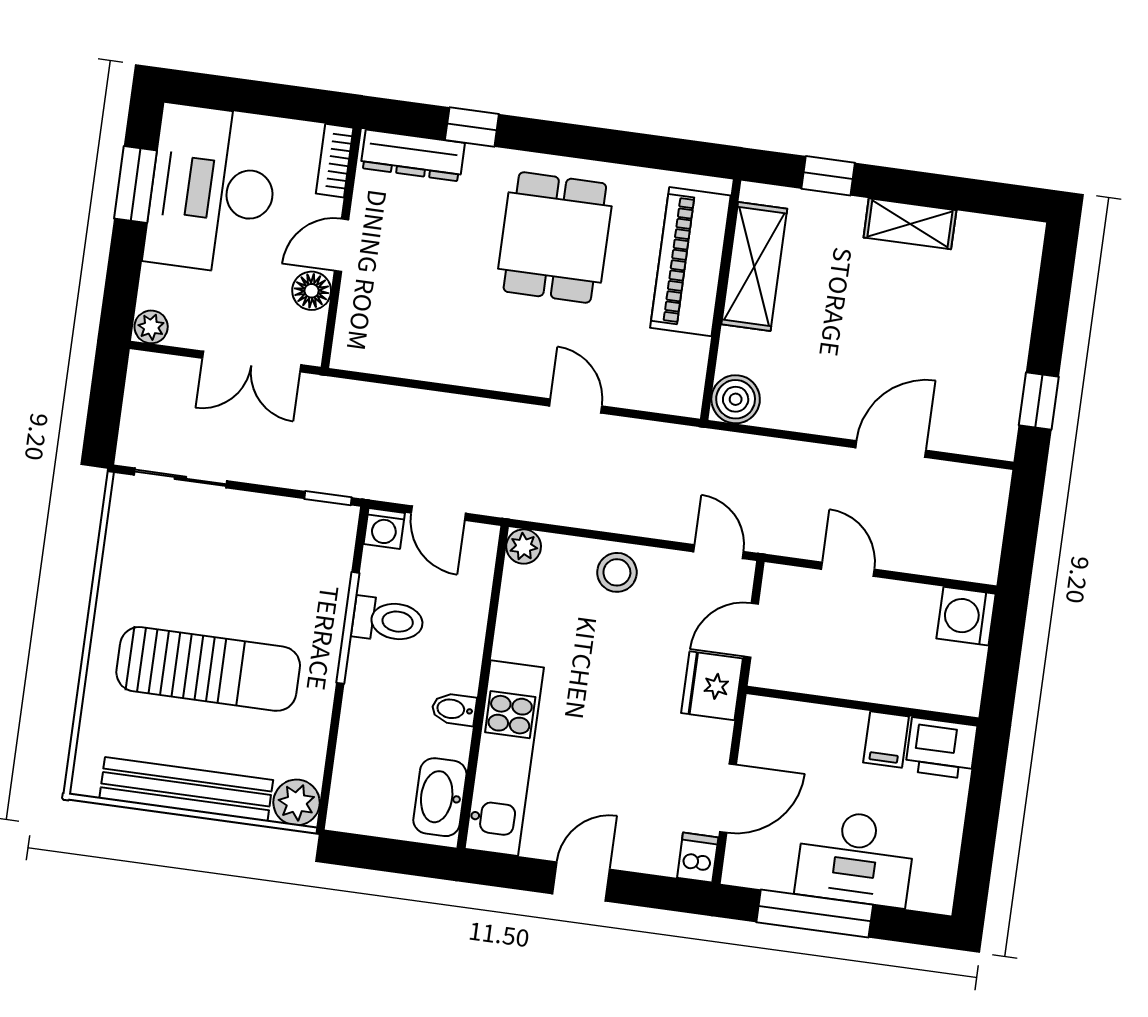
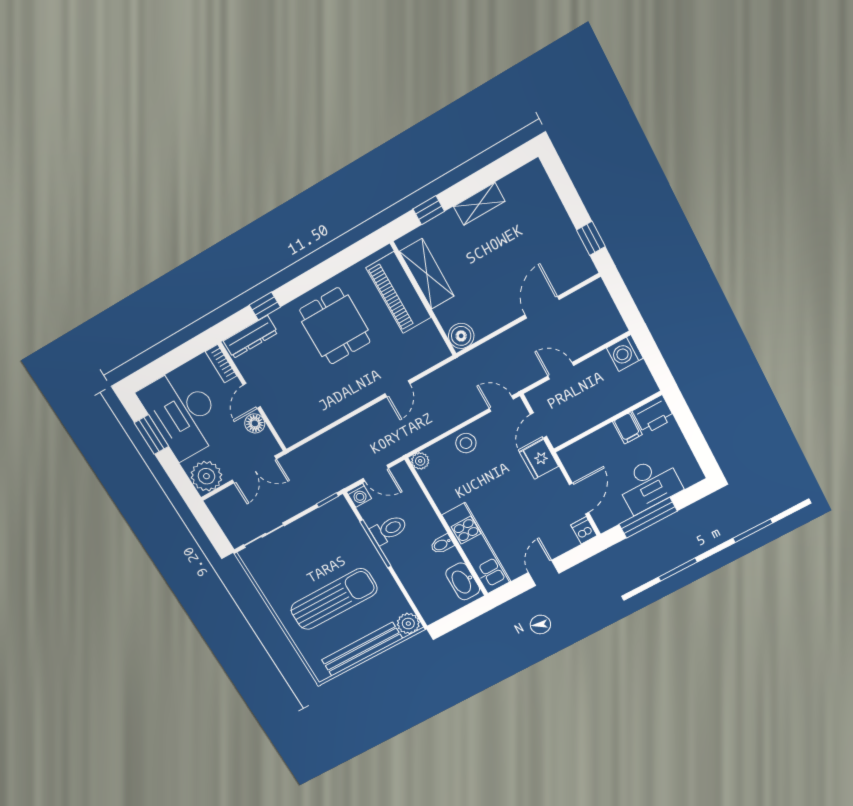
plant: (151, 327) -> (206, 476), width x1.88, depth x1.88
door: (576, 406) -> (397, 389), swing flipped

